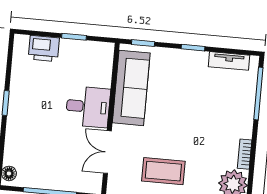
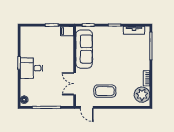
printer: (44, 48) -> (36, 33), removed
filing cabinet: (102, 51) -> (67, 31), added
desk: (88, 107) -> (31, 68), moved, turned 180

